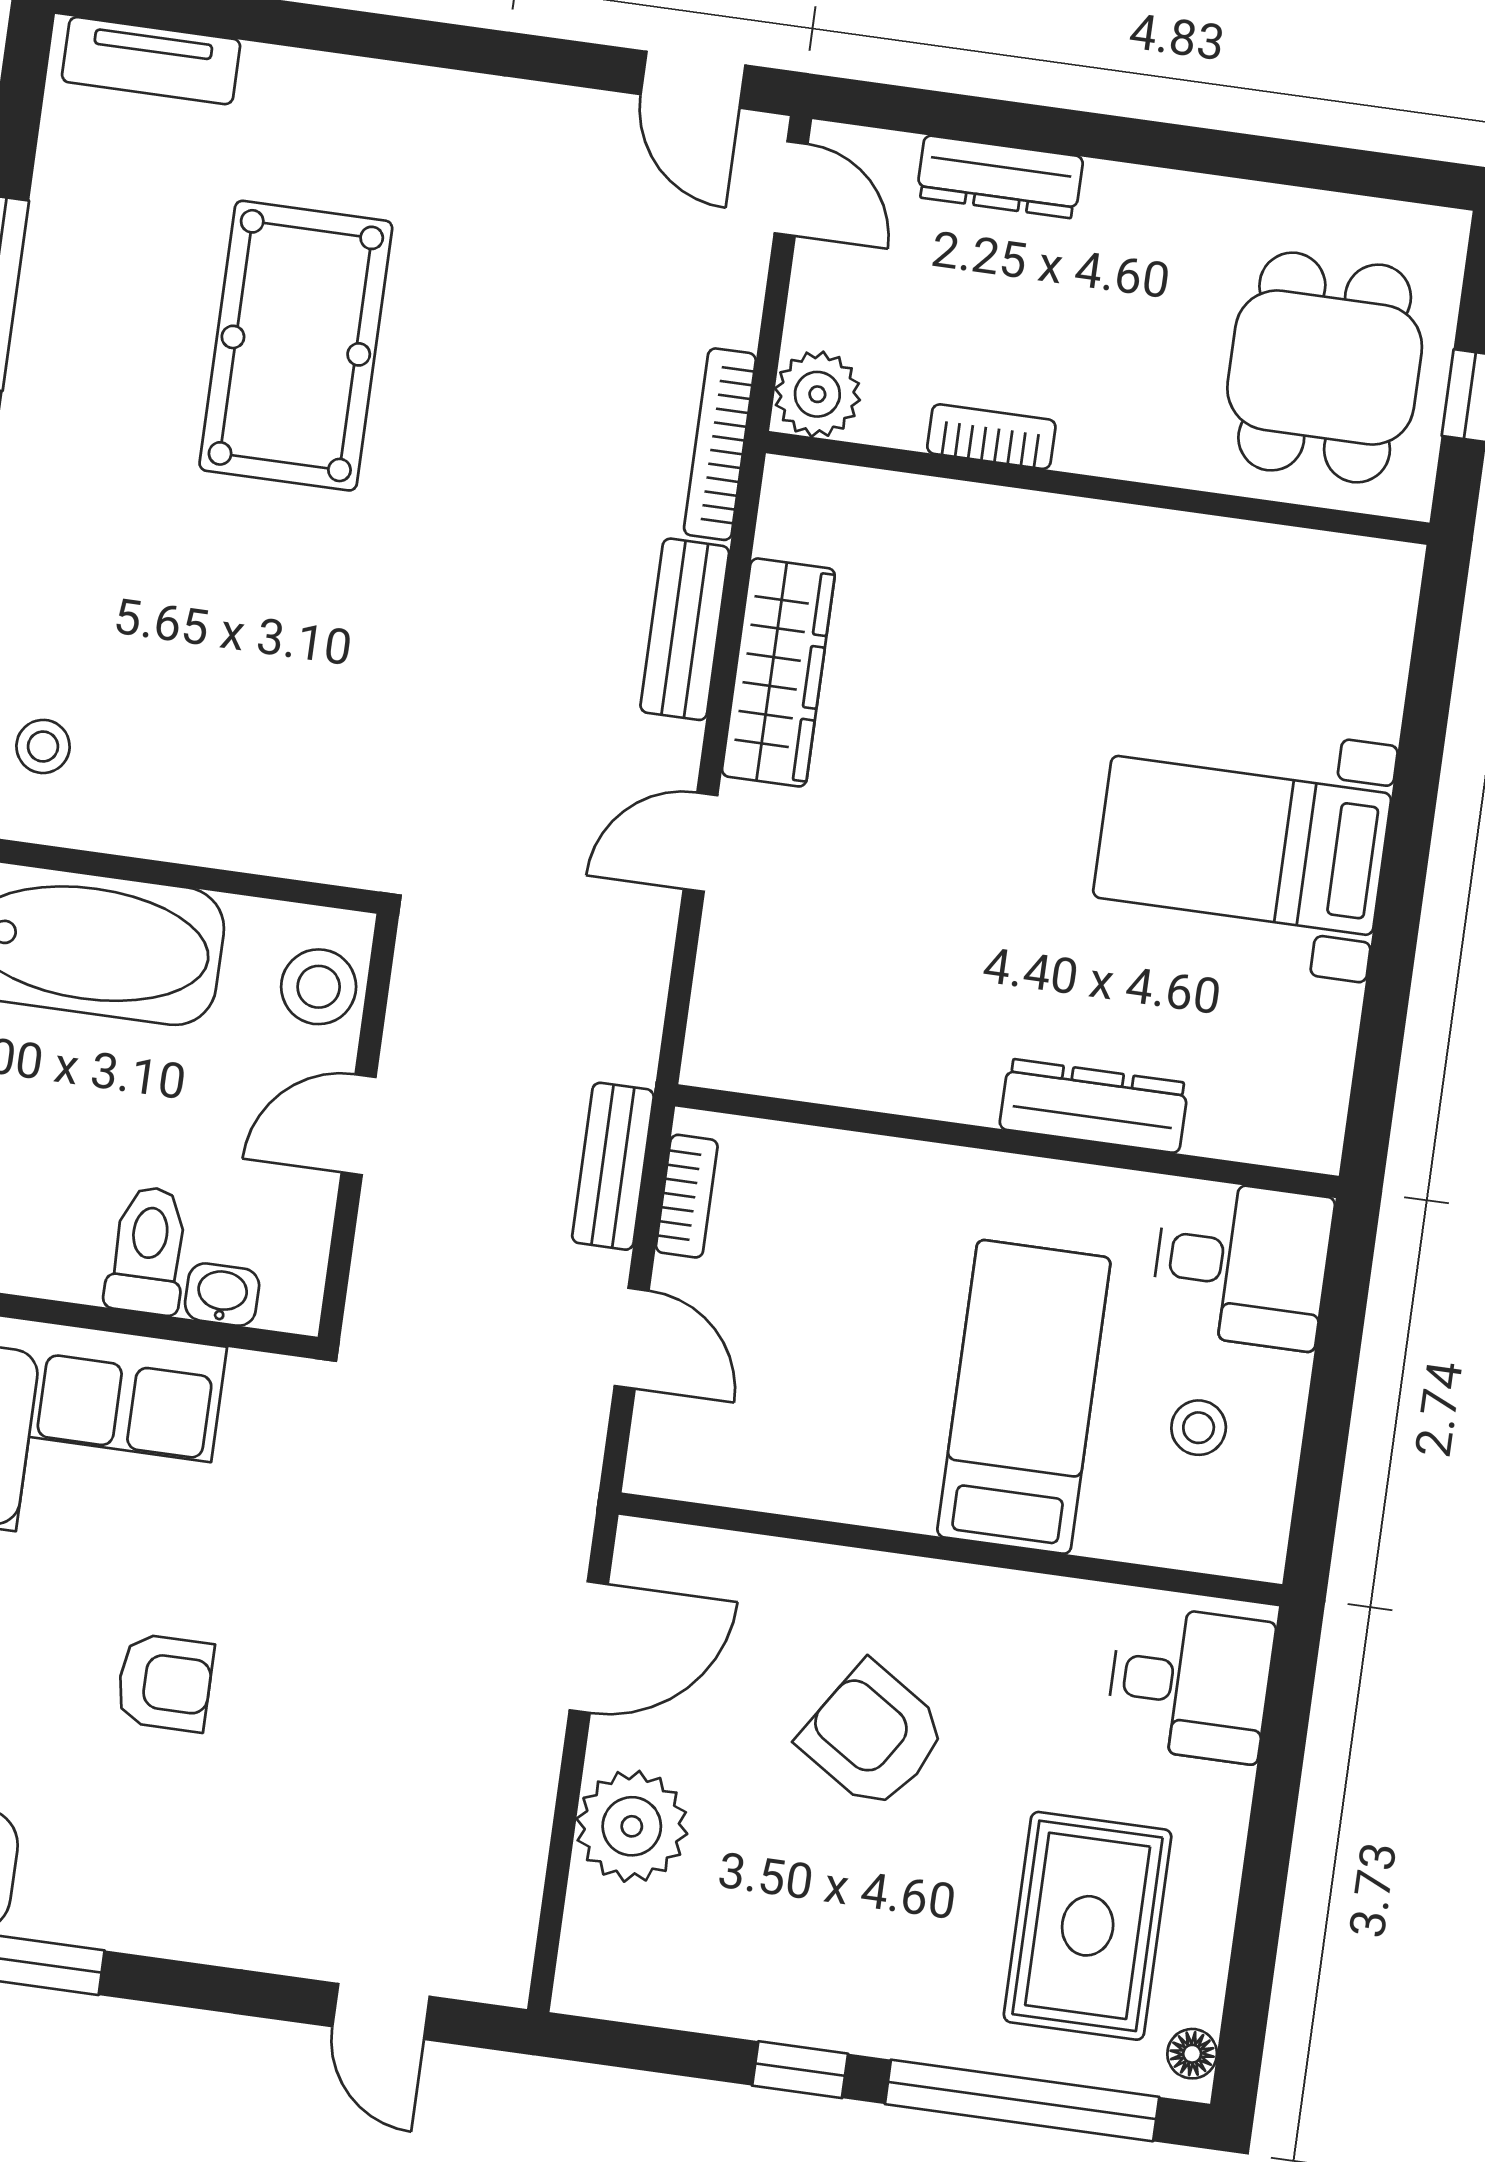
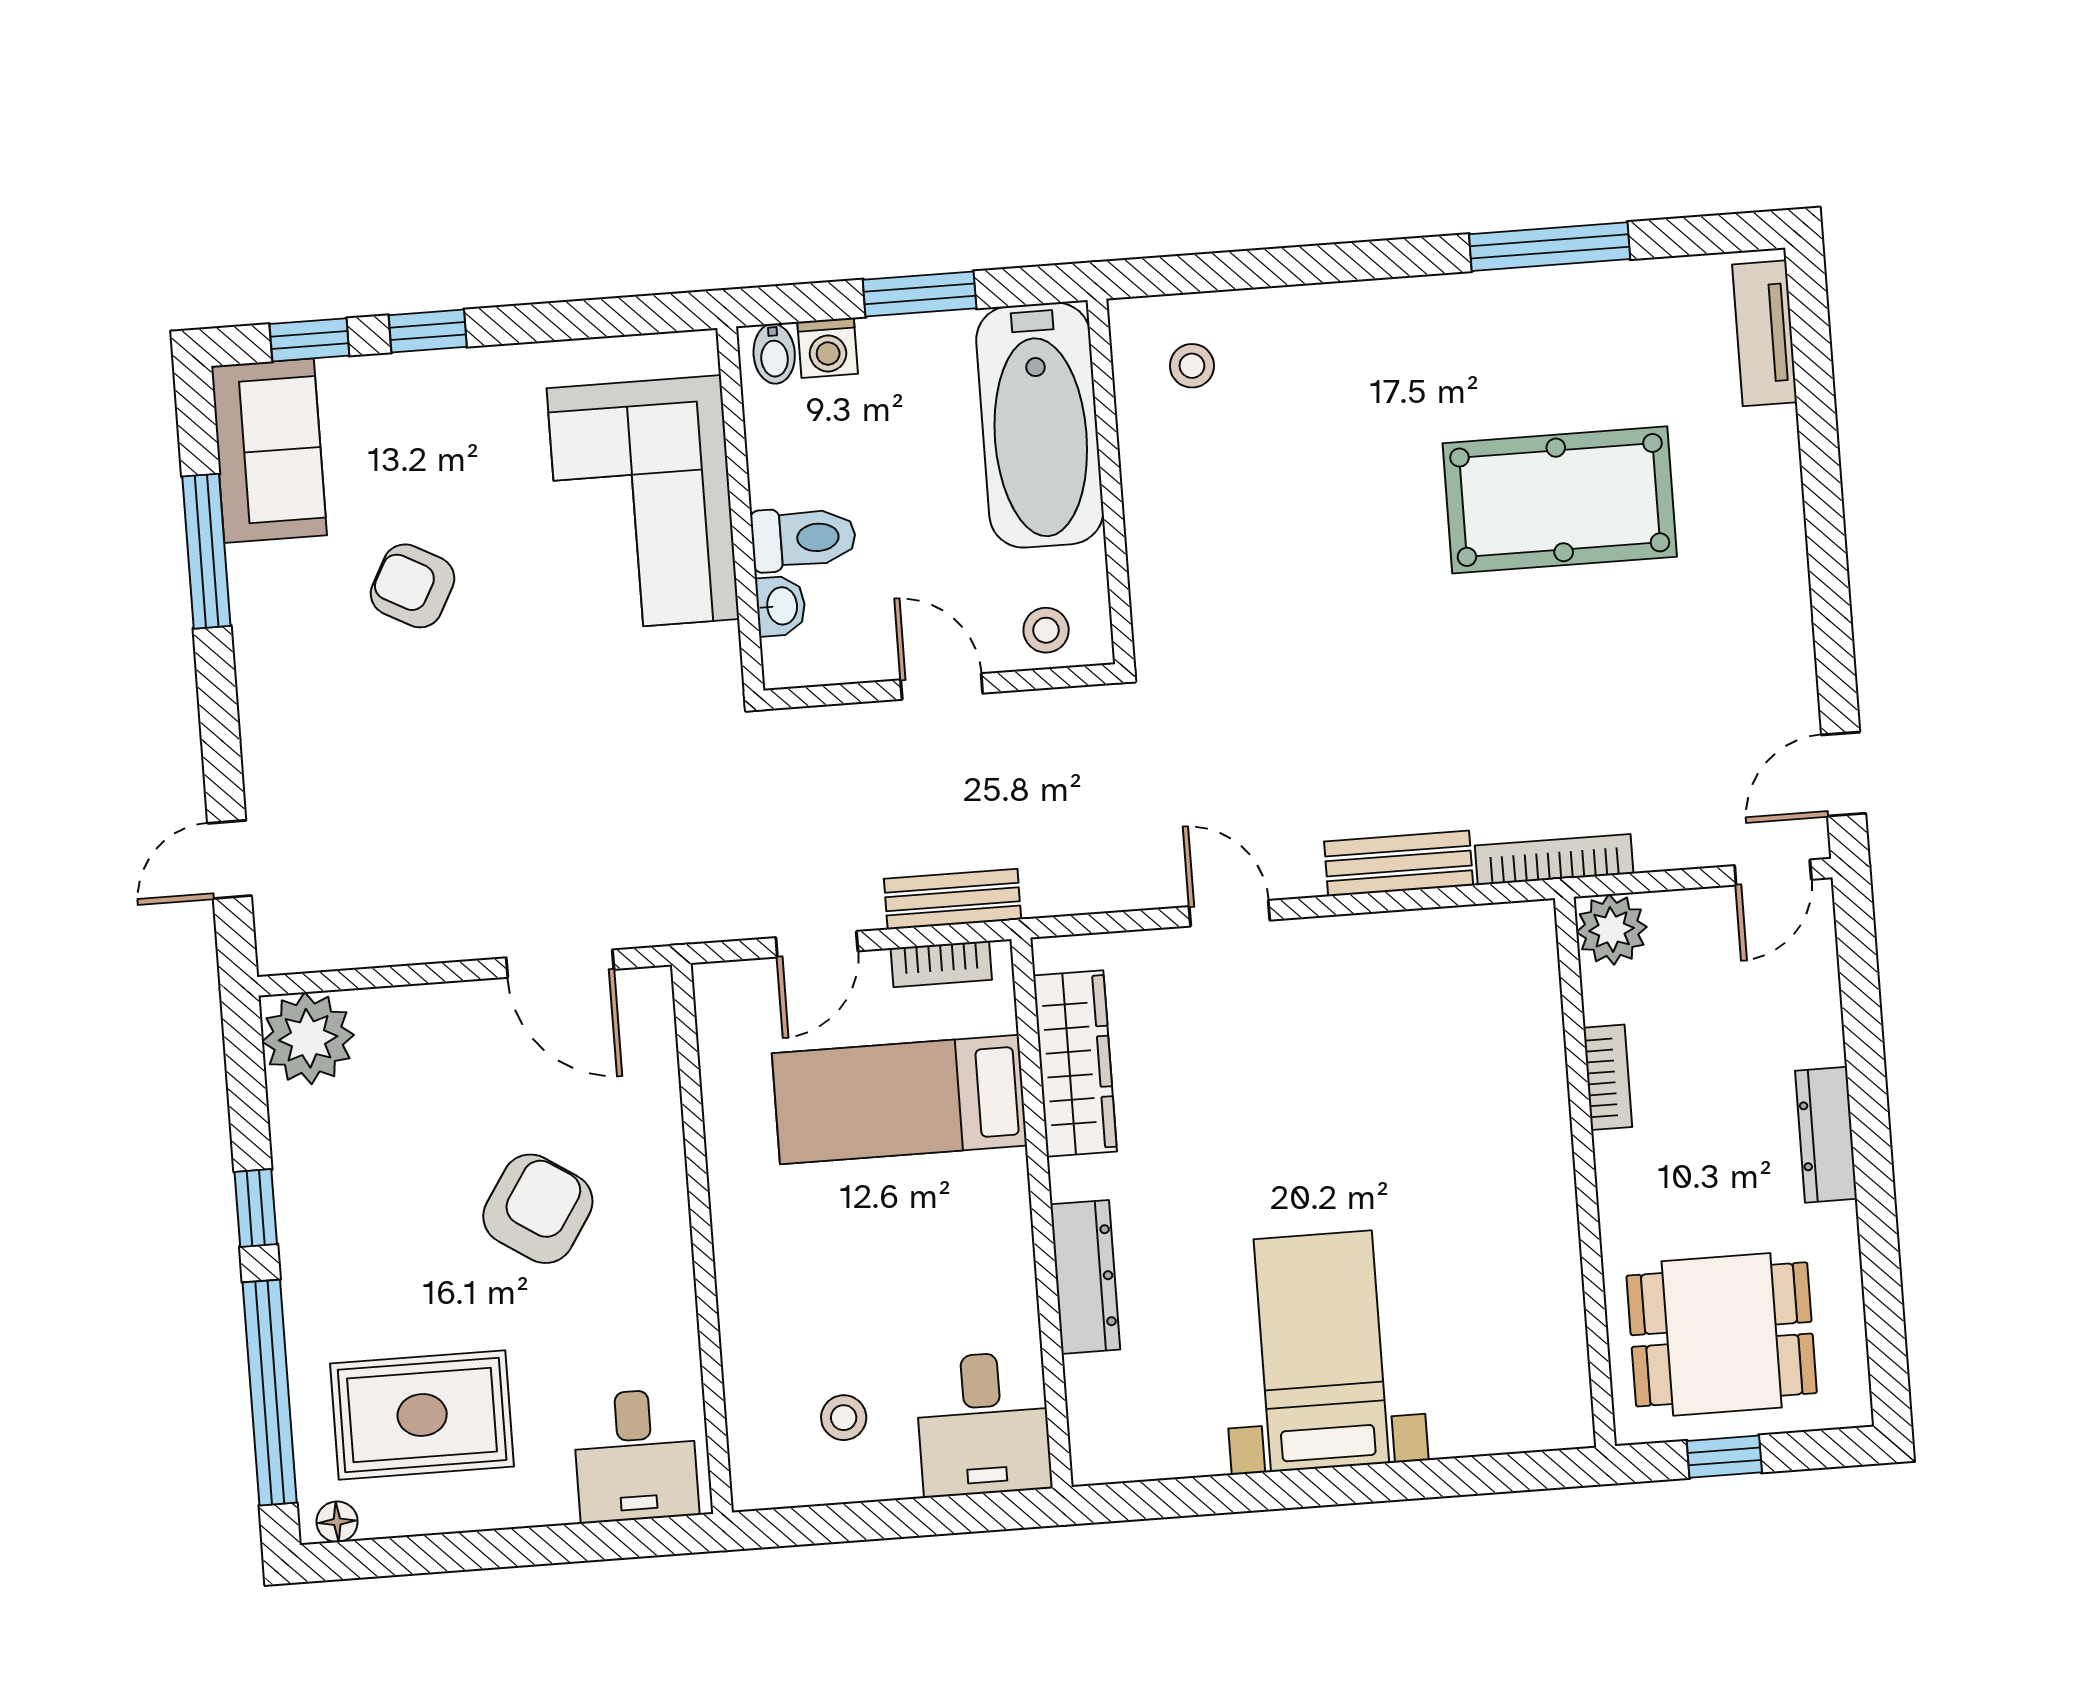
dresser: (1000, 177) -> (1826, 1135), moved
wardrobe: (778, 672) -> (1075, 1063), moved, turned -90
stool: (319, 987) -> (1046, 630), width x0.73, depth x0.73
bed: (1024, 1397) -> (899, 1099), moved, turned 180
armchair: (165, 1683) -> (413, 586), moved, turned 118
plant: (632, 1826) -> (308, 1038), moved

